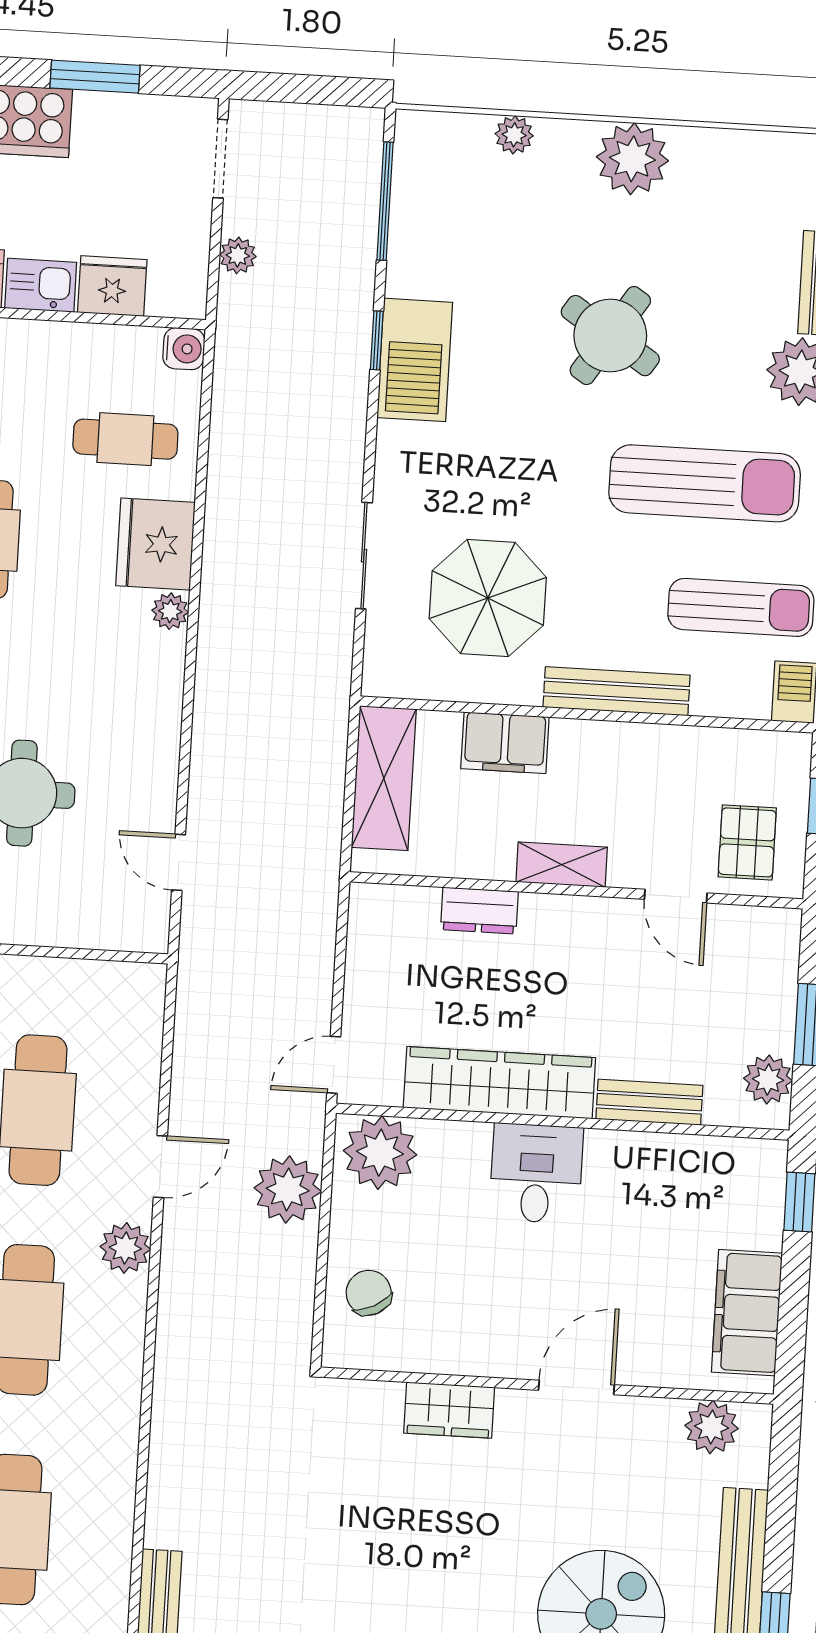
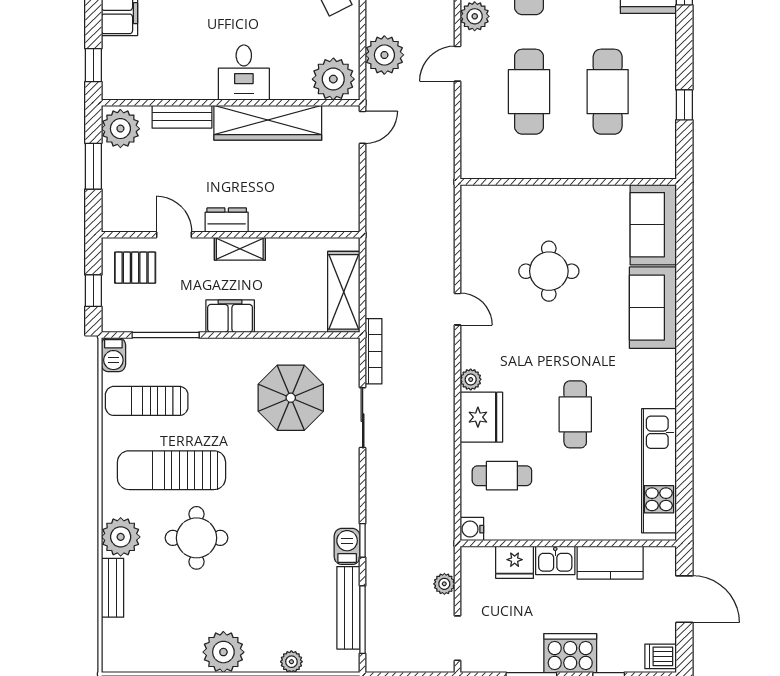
round table: (610, 336) -> (196, 538), moved, turned -33
barbecue: (415, 360) -> (347, 546), width x0.53, depth x0.65
bookcase: (338, 671) -> (374, 351), added
bench: (617, 691) -> (348, 608), moved, turned 90
window: (701, 721) -> (166, 335), added
filing cabinet: (505, 743) -> (230, 316), moved
pallet: (747, 842) -> (135, 268), turned 90
door: (179, 862) -> (457, 309), moved
dresser: (479, 911) -> (227, 220), moved
plant: (768, 1080) -> (120, 129), width x1.36, depth x1.36

